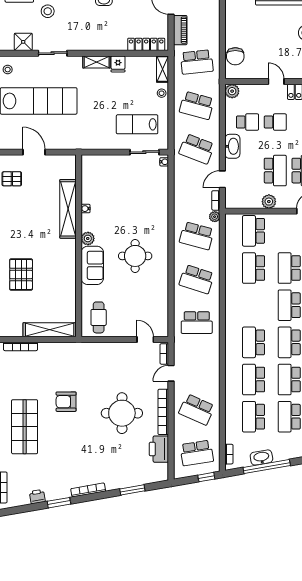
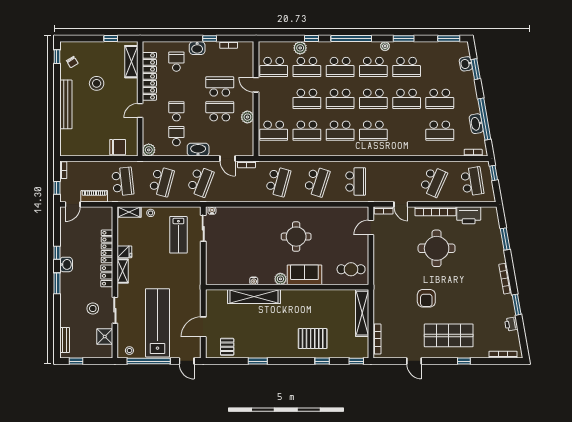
stool: (48, 11) -> (93, 308), moved
locker: (91, 44) -> (107, 276), added
locker: (146, 44) -> (107, 246), moved
plant: (215, 217) -> (261, 166), removed
school desk: (254, 380) -> (340, 131), moved

